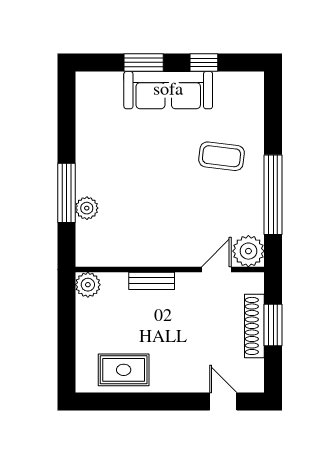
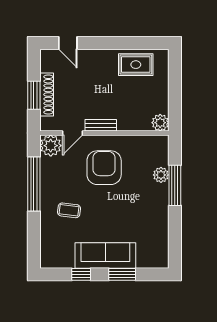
coffee table: (222, 156) -> (69, 210), width x0.73, depth x0.77
armchair: (170, 219) -> (104, 168), added
bench: (152, 281) -> (101, 125), moved

